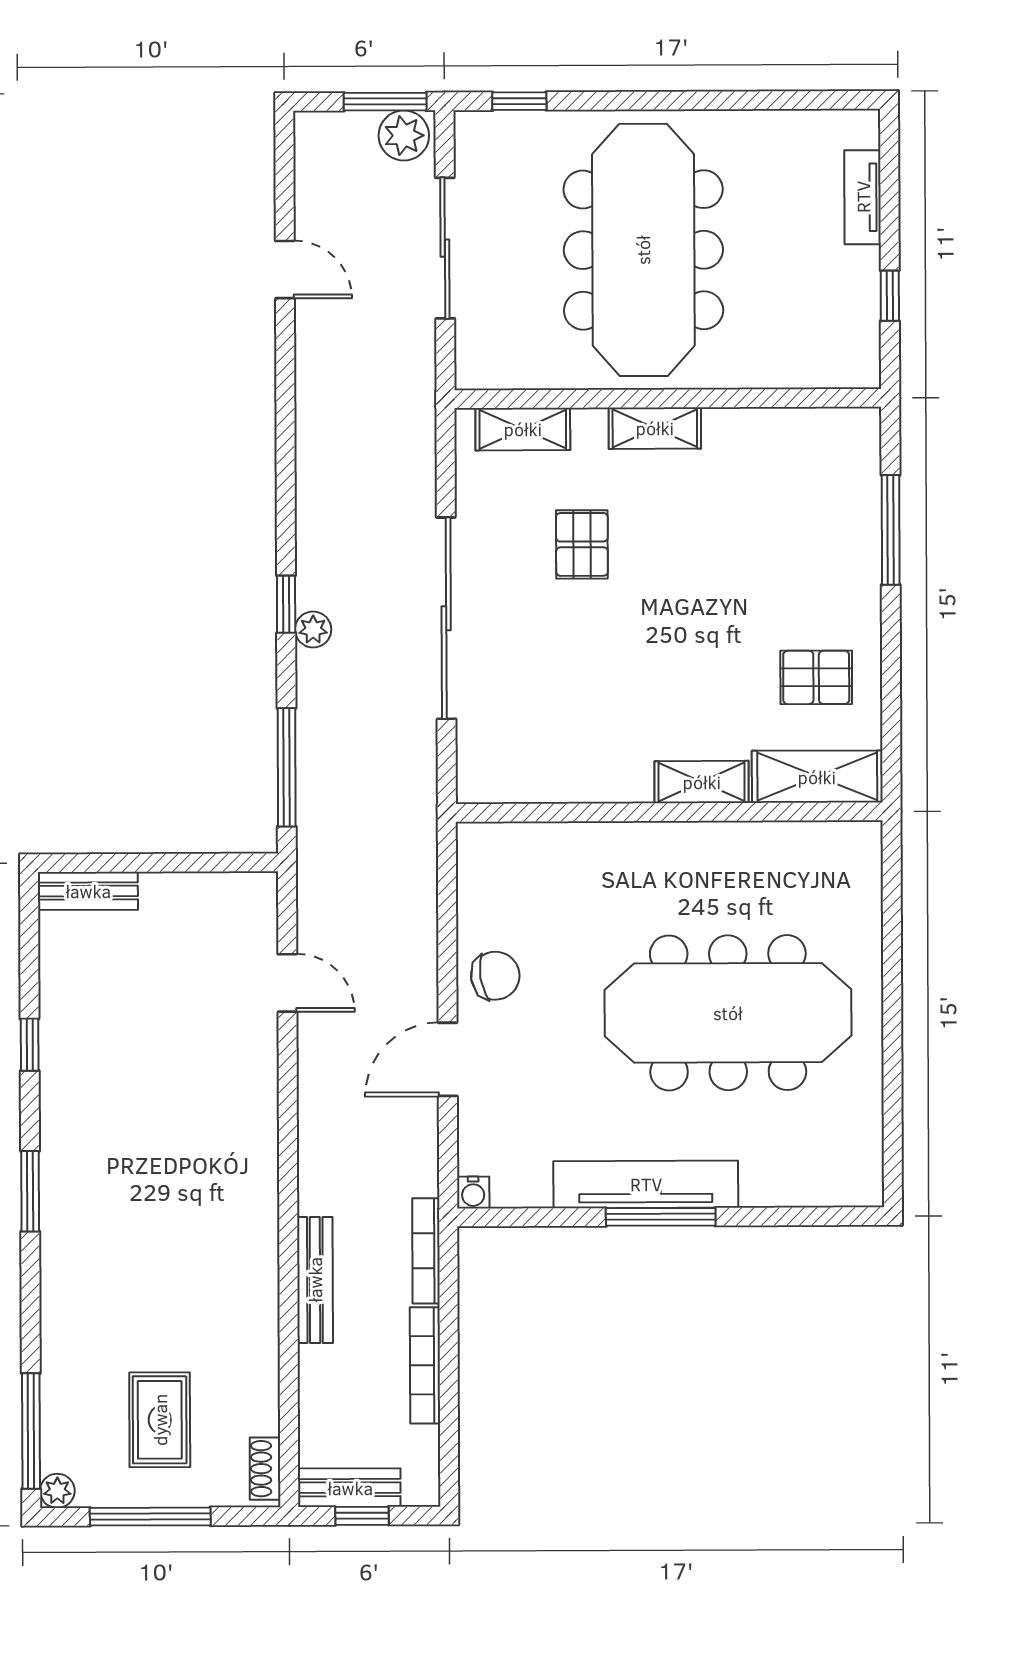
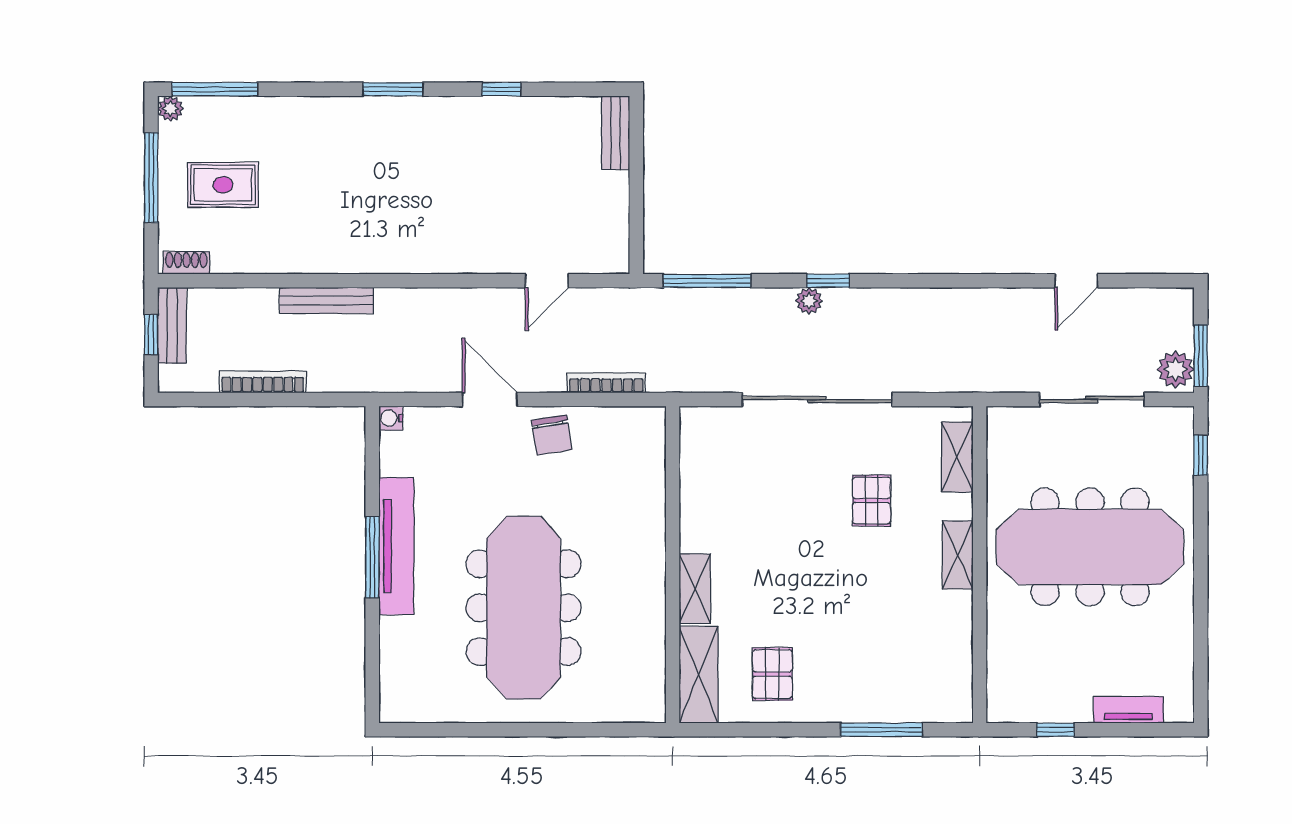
pallet: (582, 544) -> (872, 500), turned 90
bookcase: (426, 1251) -> (606, 383), moved

